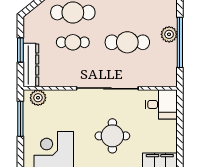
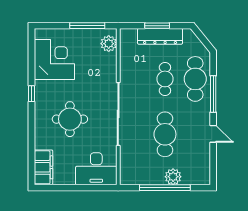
dresser: (31, 65) -> (160, 36), moved
desk: (161, 104) -> (96, 169), width x1.37

